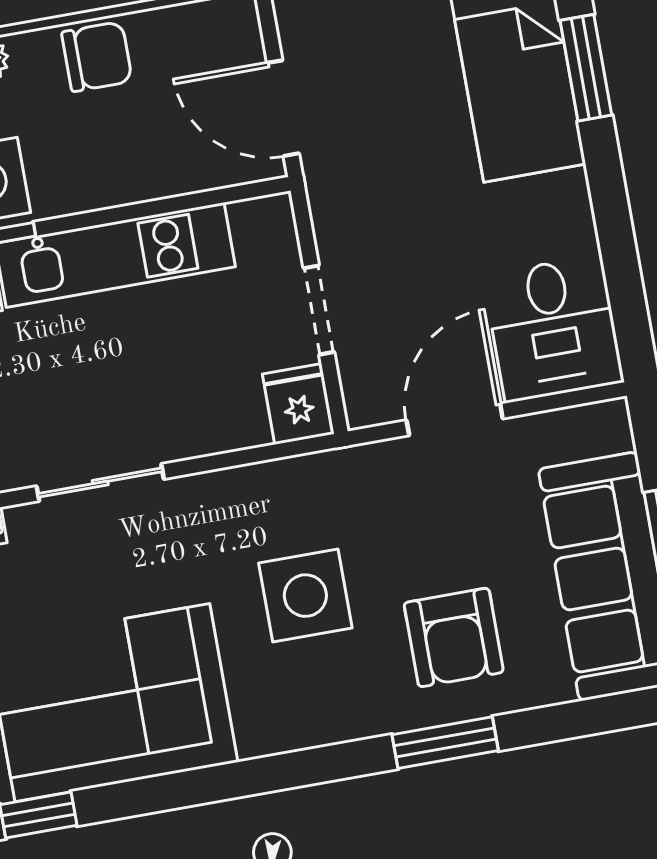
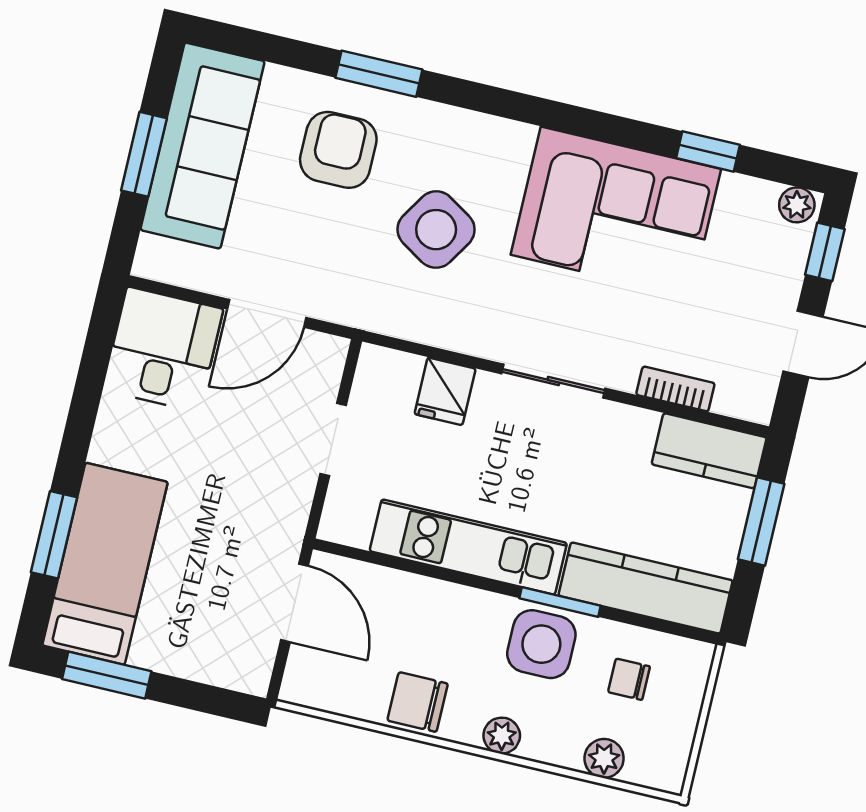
fridge: (298, 404) -> (445, 391), moved
side table: (305, 596) -> (436, 230), turned 32

